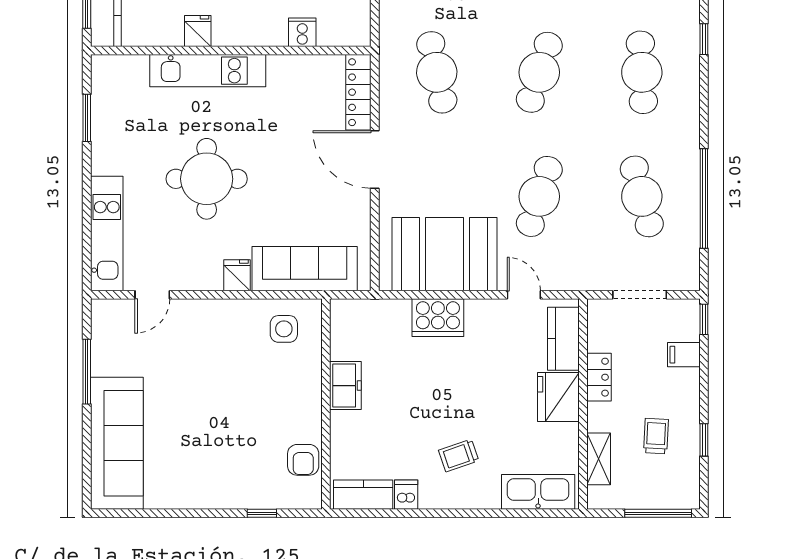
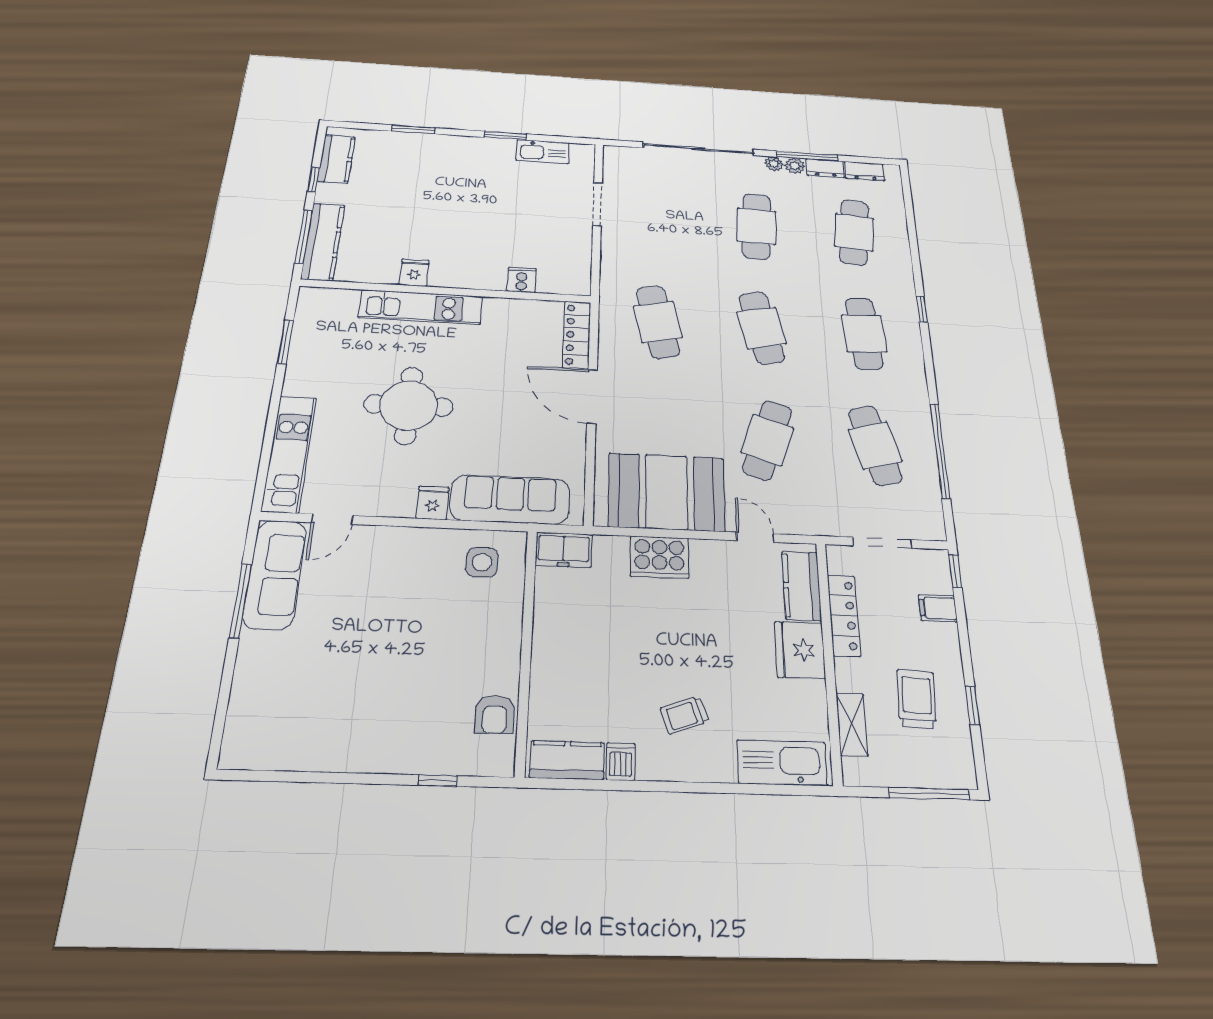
cafe table: (539, 72) -> (762, 328), turned -30
locker: (599, 377) -> (844, 615), width x1.53
freezer: (345, 386) -> (564, 550), moved, turned 90
trolley: (656, 436) -> (917, 699), width x1.36, depth x1.39
sofa: (117, 443) -> (275, 574), moved, width x0.74, depth x0.79

